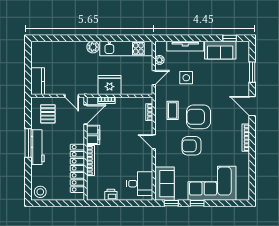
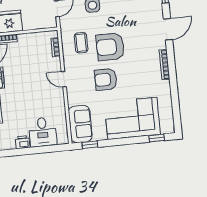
door: (252, 106) -> (168, 29), swing flipped
desk: (140, 184) -> (43, 132), moved, turned 90
window: (197, 203) -> (157, 138), moved

